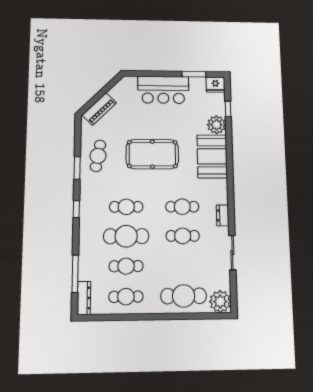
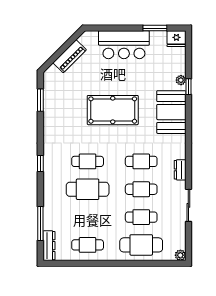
piano: (99, 109) -> (70, 56), moved
window: (228, 109) -> (188, 87), moved
plant: (216, 125) -> (181, 80), width x0.53, depth x0.53
cafe table: (98, 156) -> (60, 112), removed
window: (77, 168) -> (40, 100), moved
cafe table: (126, 266) -> (141, 217), moved
plant: (220, 301) -> (180, 255), width x0.53, depth x0.53

